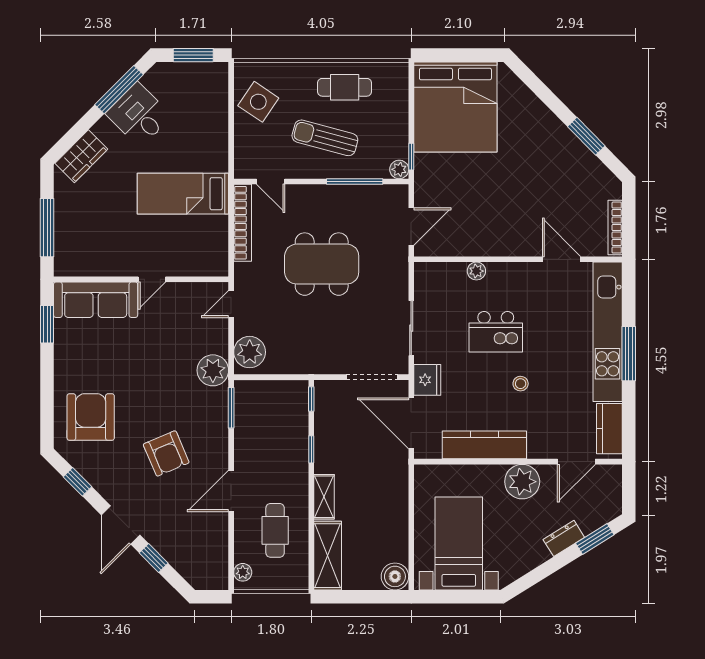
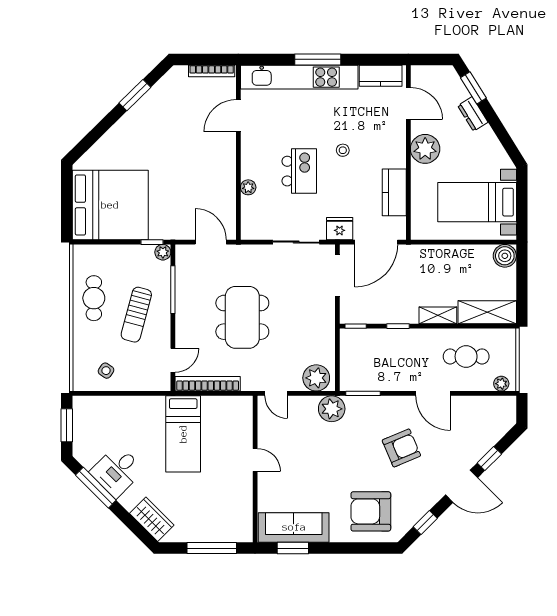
side table: (258, 102) -> (106, 371), width x0.54, depth x0.54
sofa: (96, 300) -> (294, 527), moved, turned -90
kitchen counter: (484, 445) -> (394, 192), width x0.67

